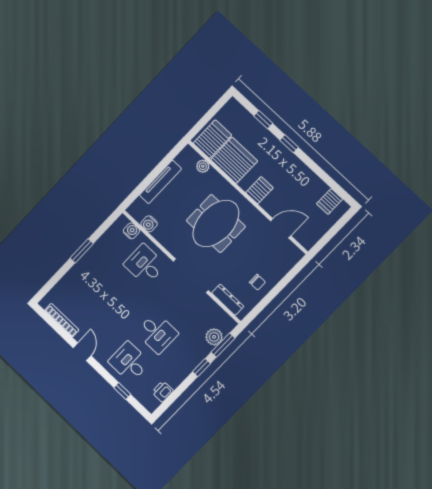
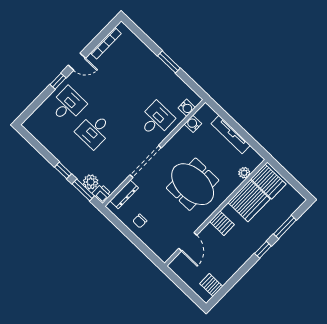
window: (263, 120) -> (285, 227), width x1.50
window: (122, 391) -> (58, 81), moved
printer: (163, 391) -> (102, 194), moved

